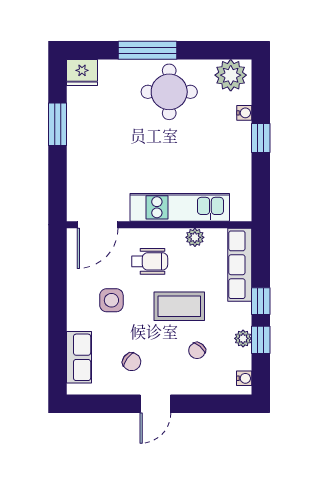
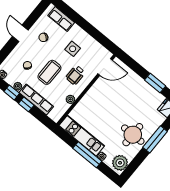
window: (261, 138) -> (87, 155), width x2.17
kitchen unit: (180, 207) -> (82, 136), moved, turned -90
door: (98, 225) -> (105, 67), swing flipped
row of seats: (240, 265) -> (36, 99), moved

